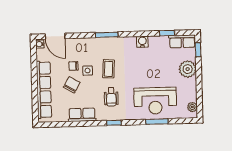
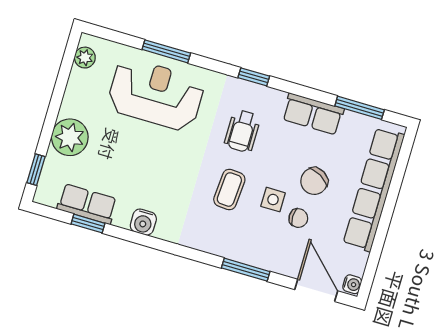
window: (107, 35) -> (246, 270), moved
row of seats: (182, 41) -> (87, 204), moved
wheelchair: (111, 97) -> (242, 131), turned 180
window: (62, 124) -> (360, 108), added

